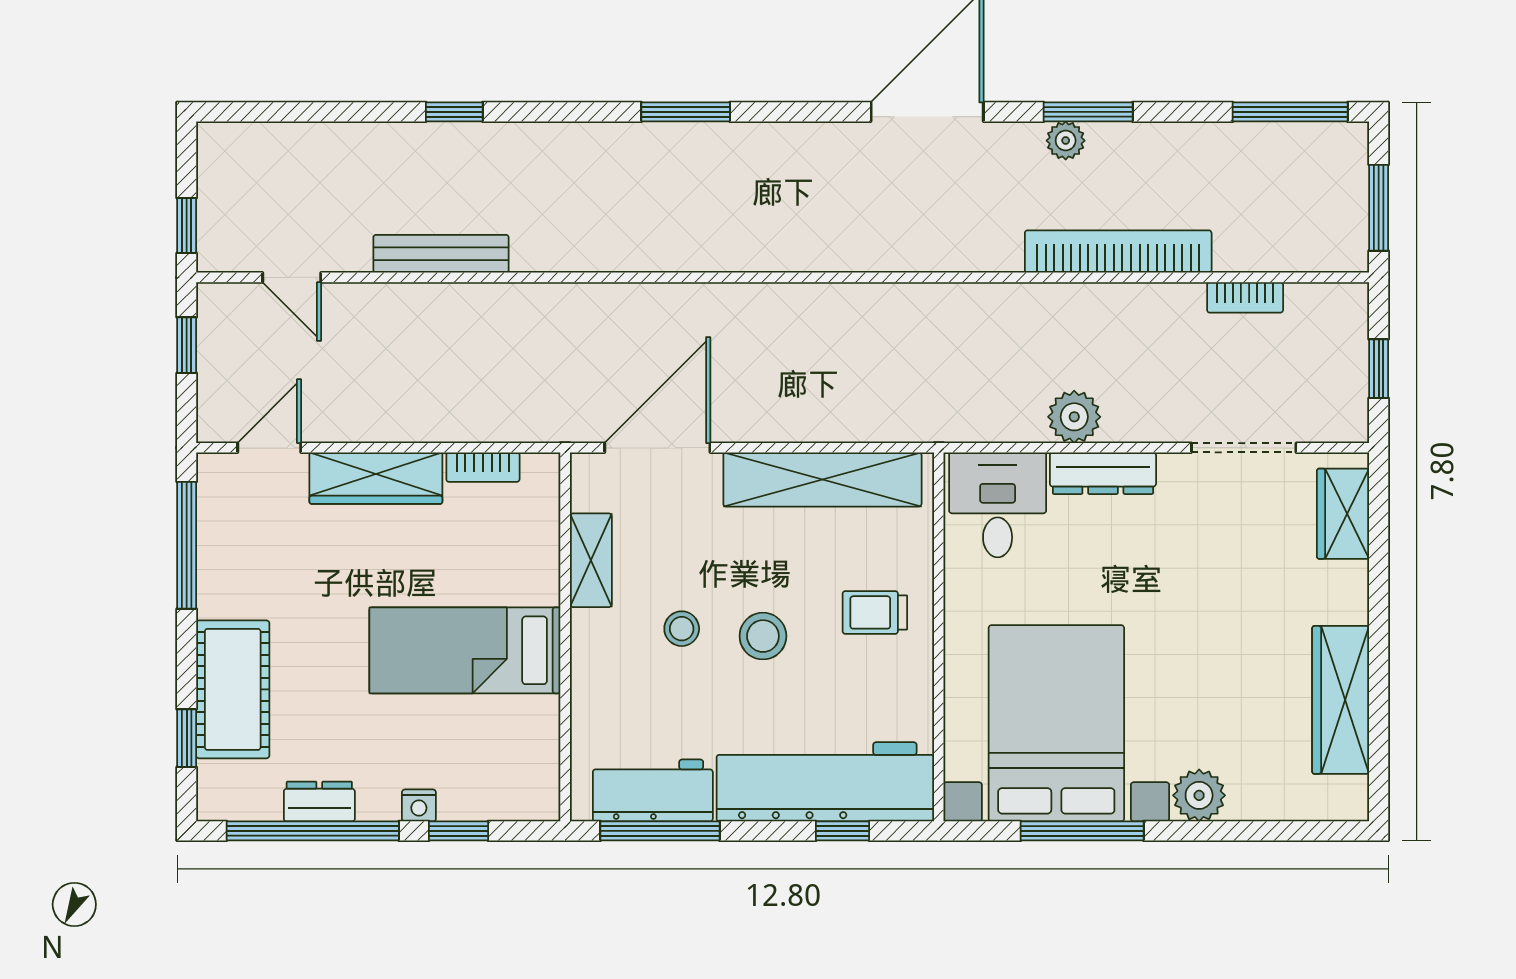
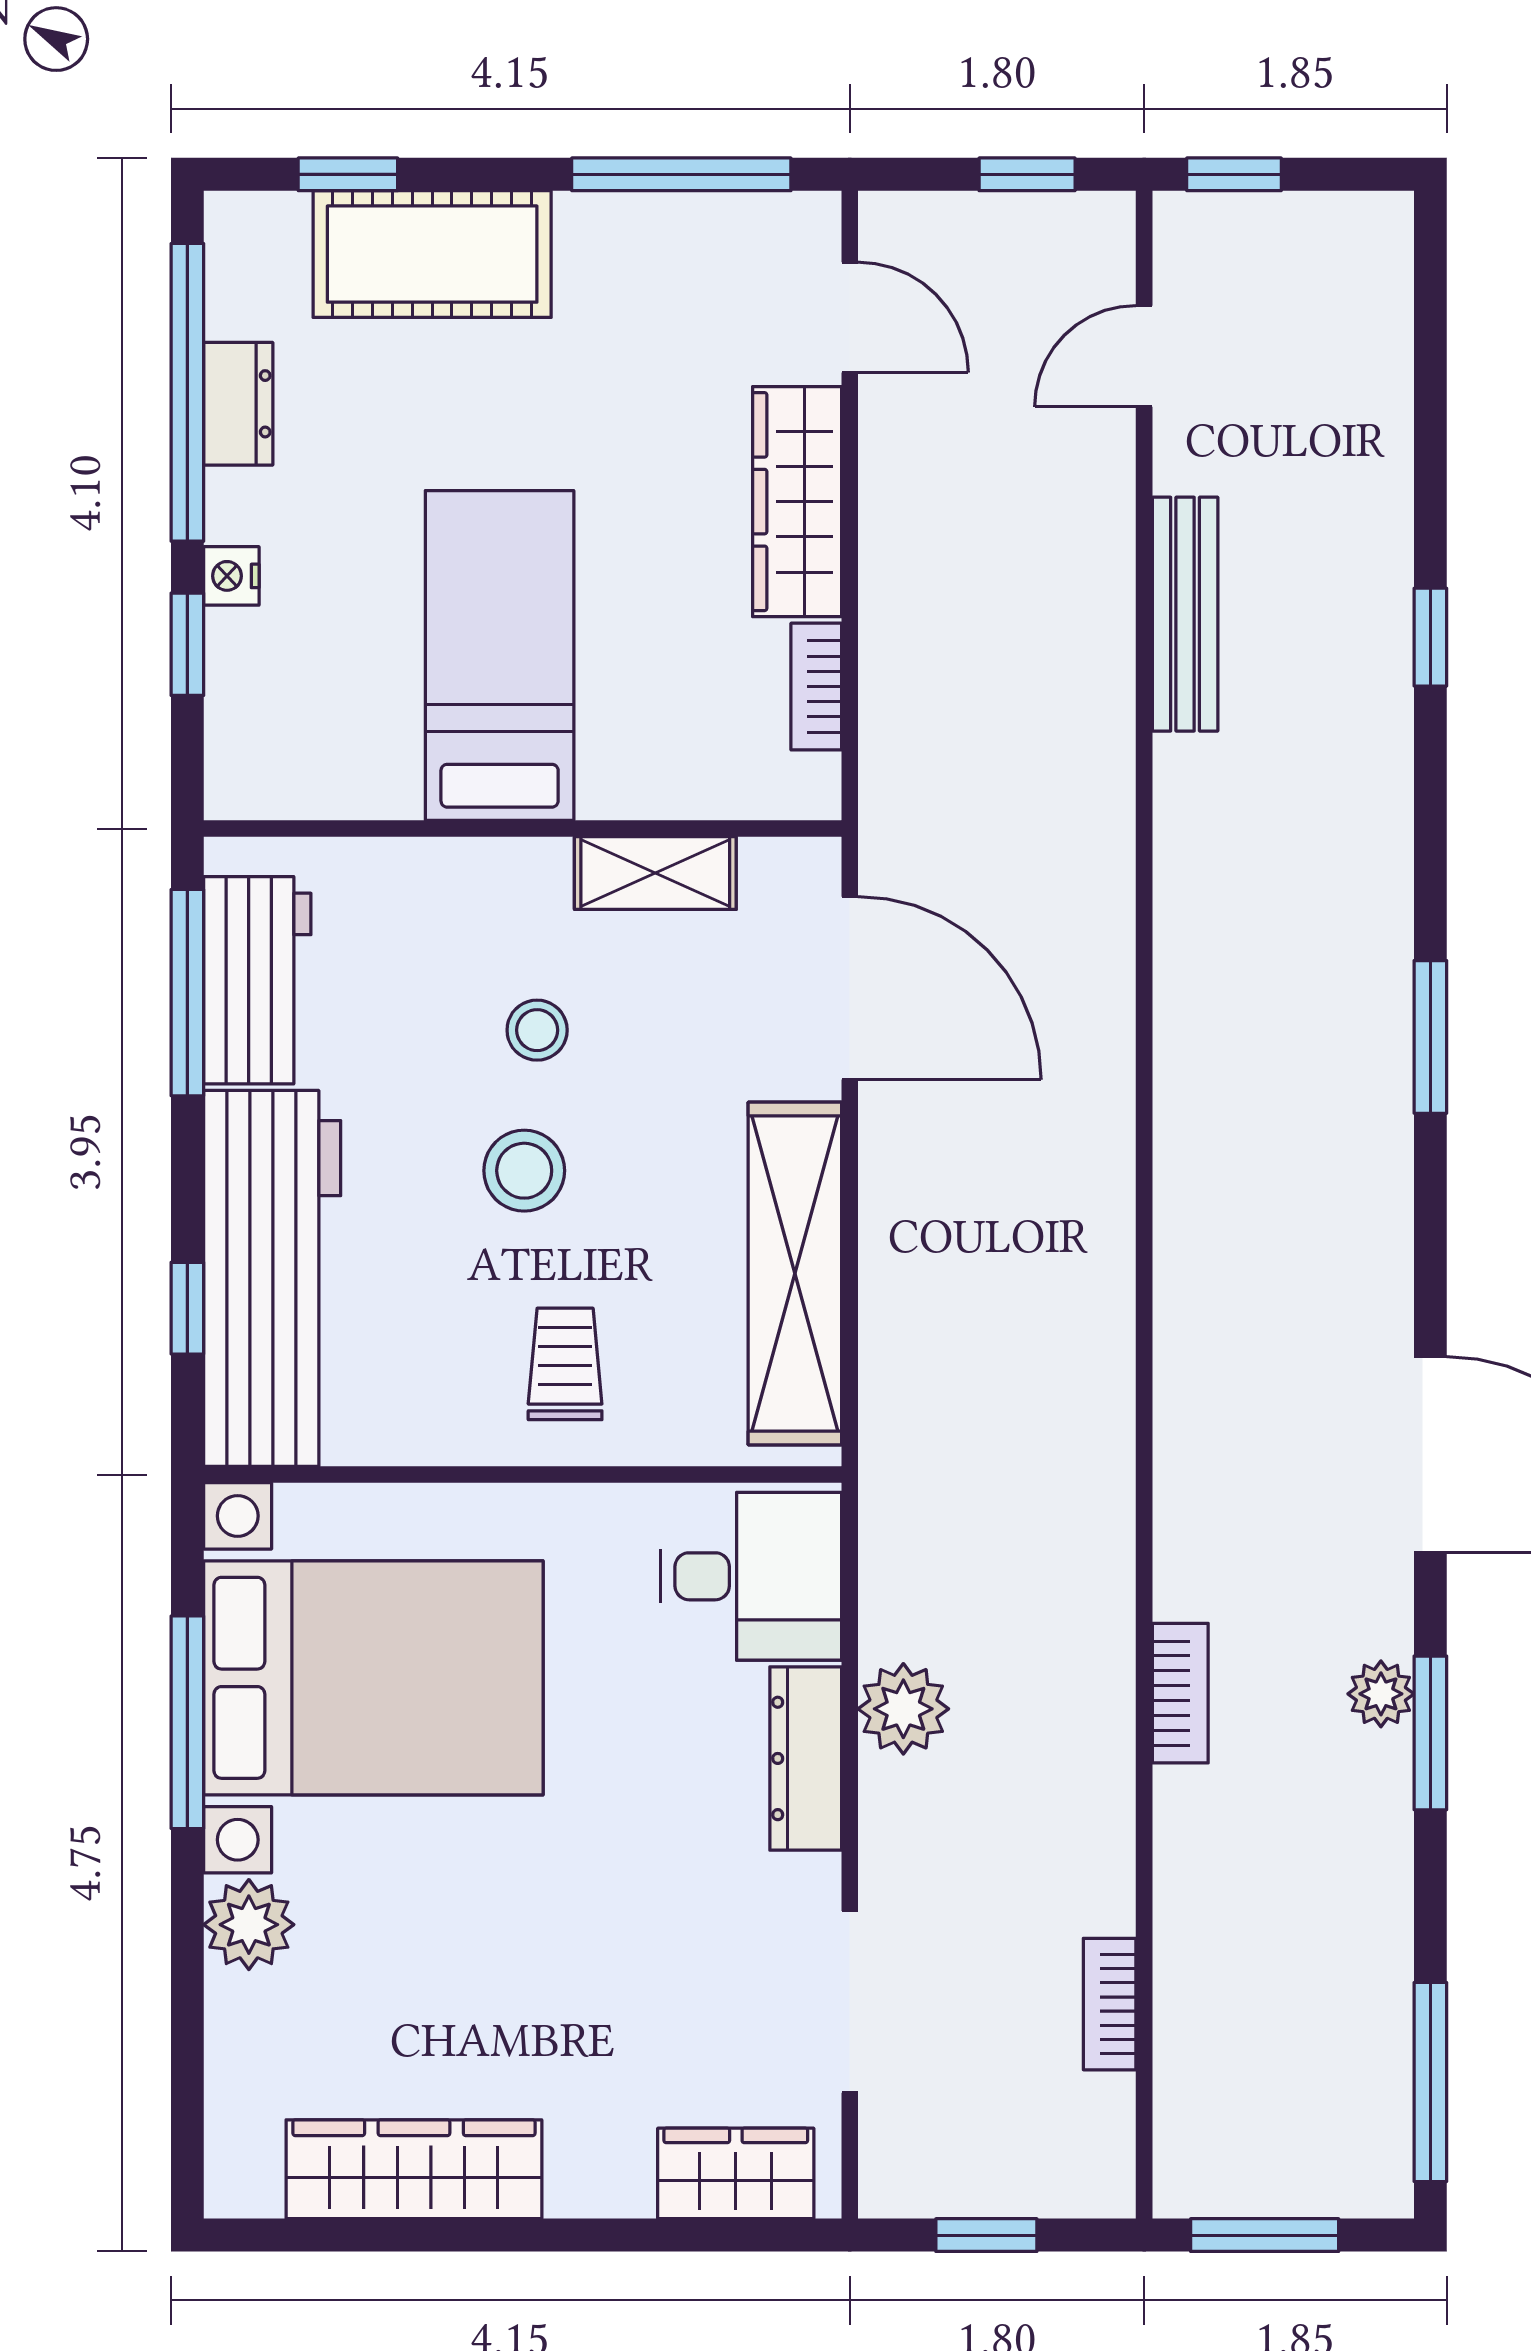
bookcase: (1118, 252) -> (1180, 1693), width x0.43, depth x0.76

